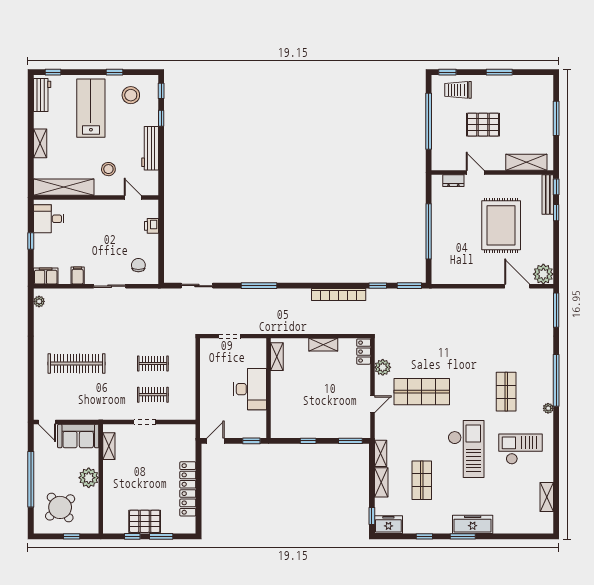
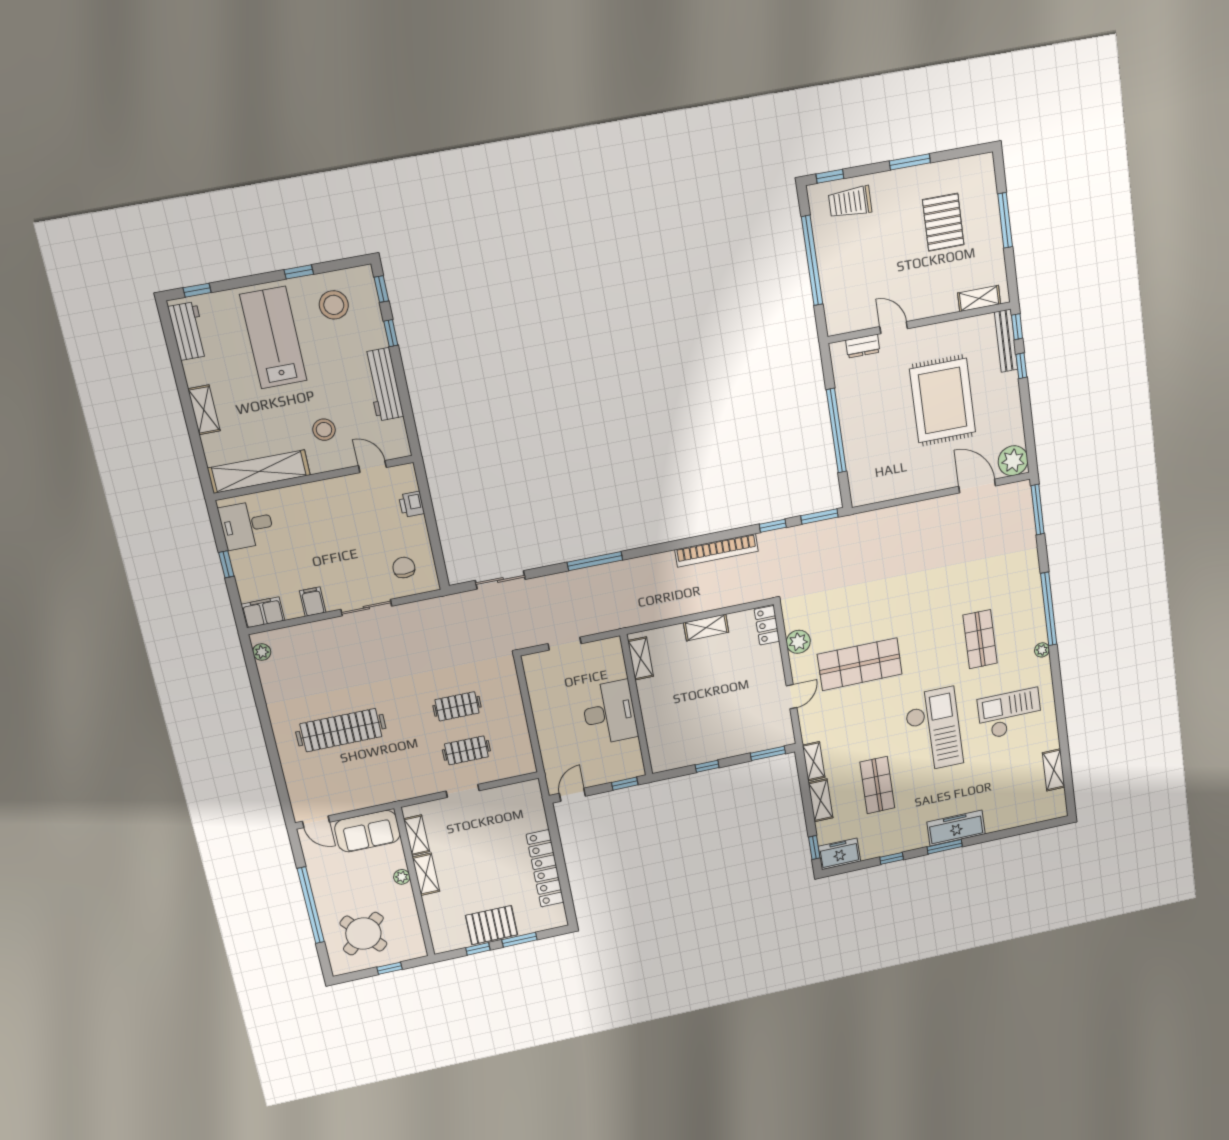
pallet: (483, 125) -> (943, 222), moved, turned 90
shelving: (526, 162) -> (979, 298), width x0.67, depth x0.75
shelving: (109, 475) -> (426, 874), added
plant: (89, 478) -> (402, 877), width x0.53, depth x0.53

